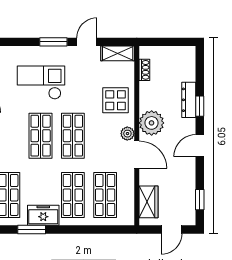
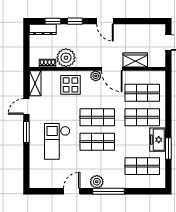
door: (87, 42) -> (26, 107), hinge flipped
dresser: (189, 100) -> (43, 29), moved
plant: (152, 123) -> (66, 58), moved
door: (137, 155) -> (112, 69), swing flipped
window: (200, 200) -> (53, 21), moved
wardrobe: (148, 202) -> (135, 60), moved

